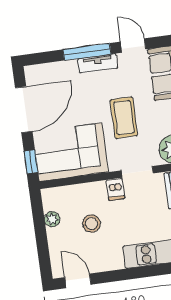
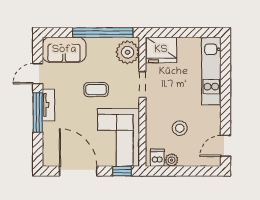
coffee table: (124, 118) -> (96, 90), width x0.73, depth x0.77
dishwasher: (115, 189) -> (157, 158), moved, turned -90

